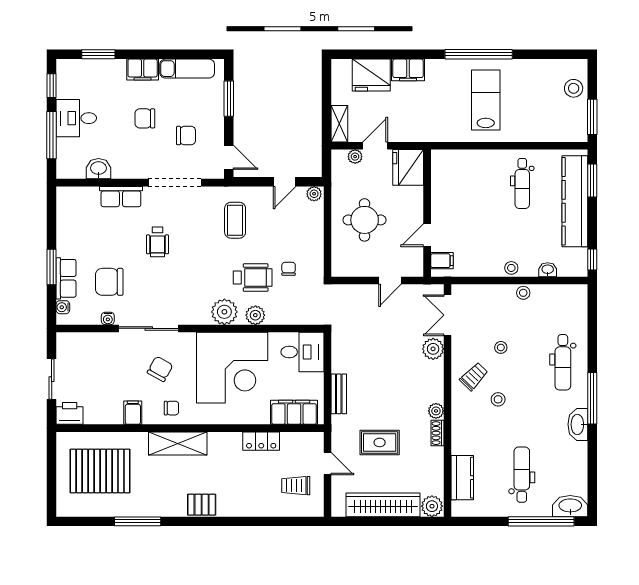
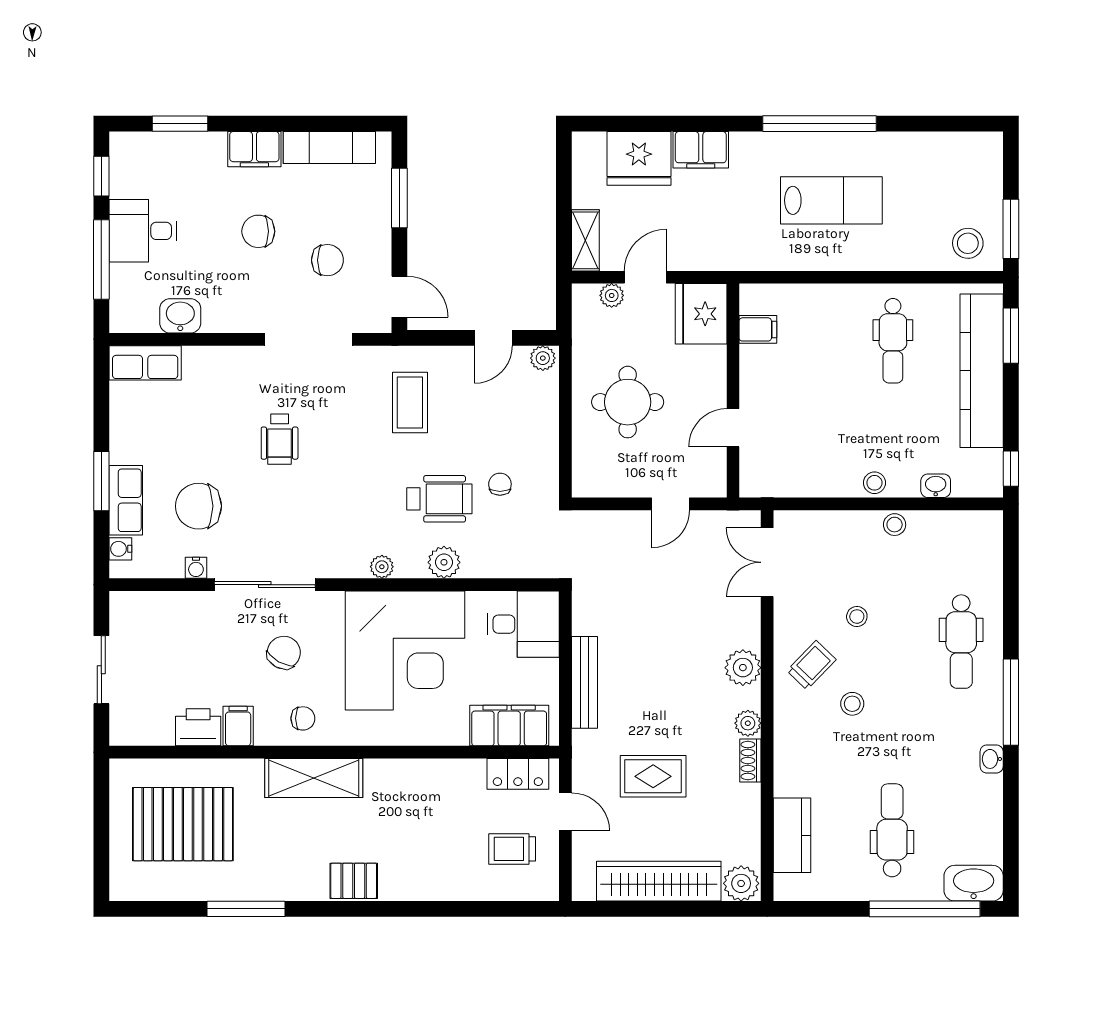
stool: (574, 88) -> (968, 243), moved
lab bench: (486, 100) -> (831, 200), turned 90
row of seats: (121, 197) -> (145, 363), moved
filing cabinet: (442, 261) -> (758, 329), moved
plant: (224, 312) -> (382, 567), width x0.53, depth x0.53
plant: (433, 349) -> (743, 668), moved
bench: (339, 394) -> (584, 682), width x1.36
printer: (70, 413) -> (198, 727), moved
washbasin: (578, 424) -> (992, 759), width x0.52, depth x0.69
locker: (261, 441) -> (518, 774), moved

